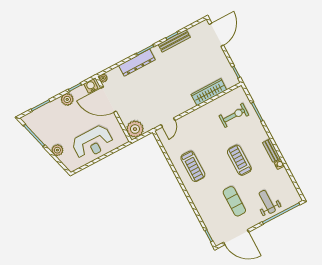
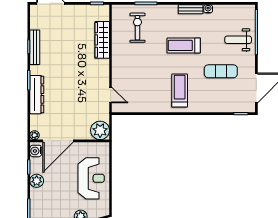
treadmill: (193, 166) -> (180, 90), moved, turned -90

